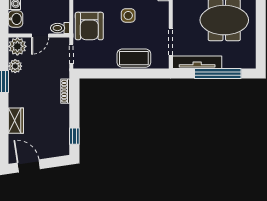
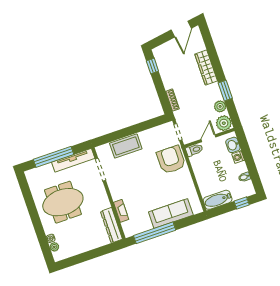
side table: (128, 15) -> (142, 179), removed
wardrobe: (16, 121) -> (206, 68), width x1.50
door: (29, 166) -> (181, 29), hinge flipped

